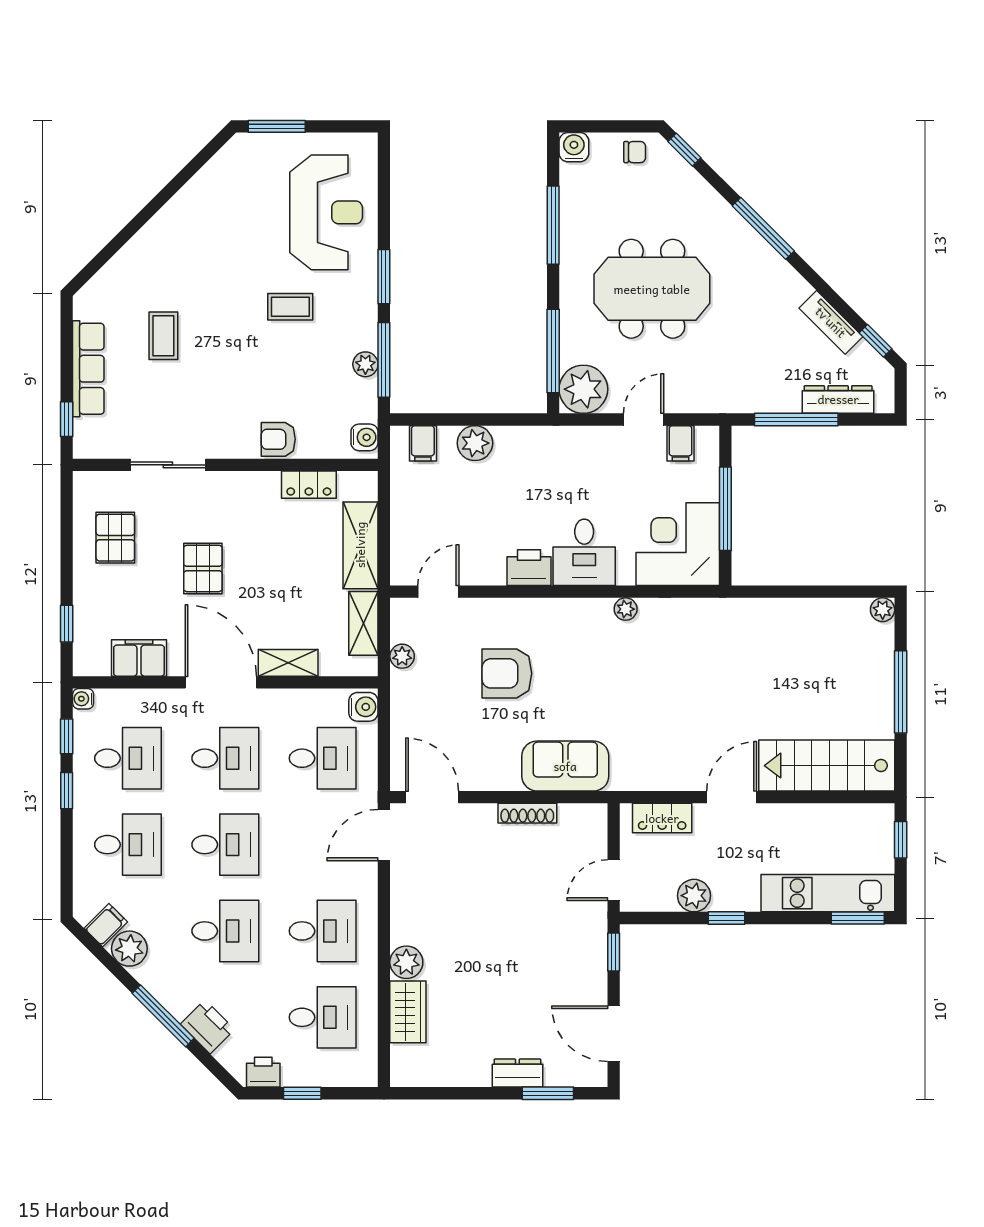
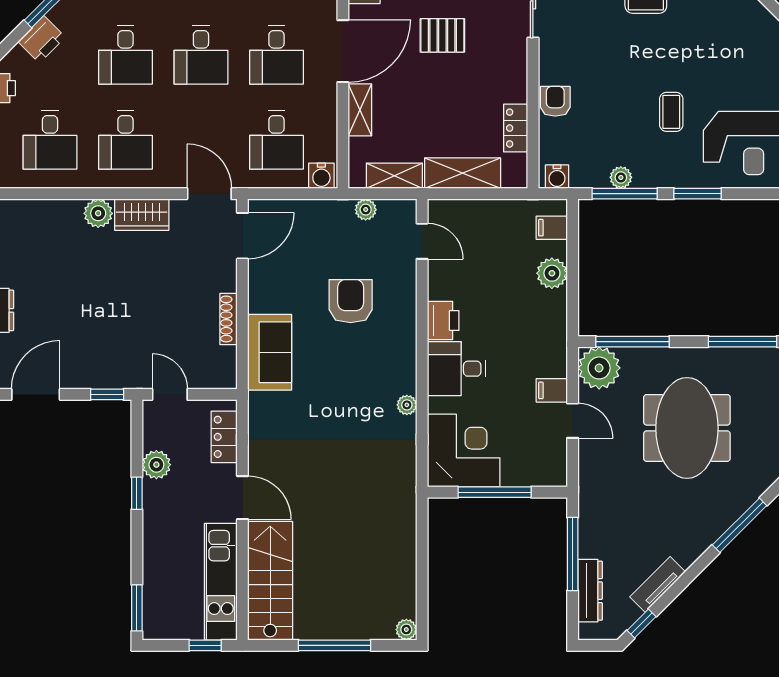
filing cabinet: (680, 443) -> (552, 390), moved
kitchen unit: (828, 893) -> (221, 582), moved, turned 180
wardrobe: (408, 1012) -> (142, 215), moved

